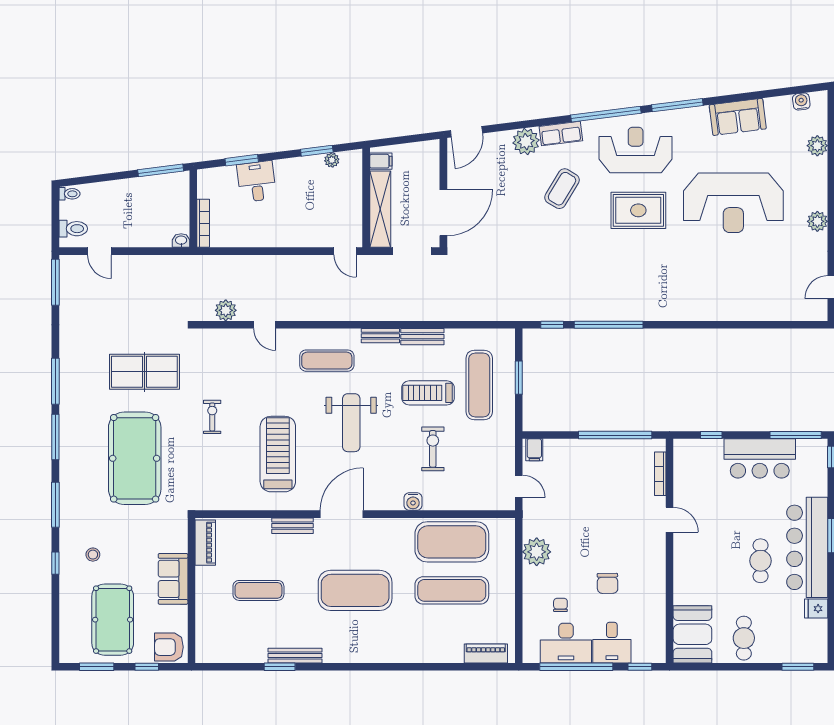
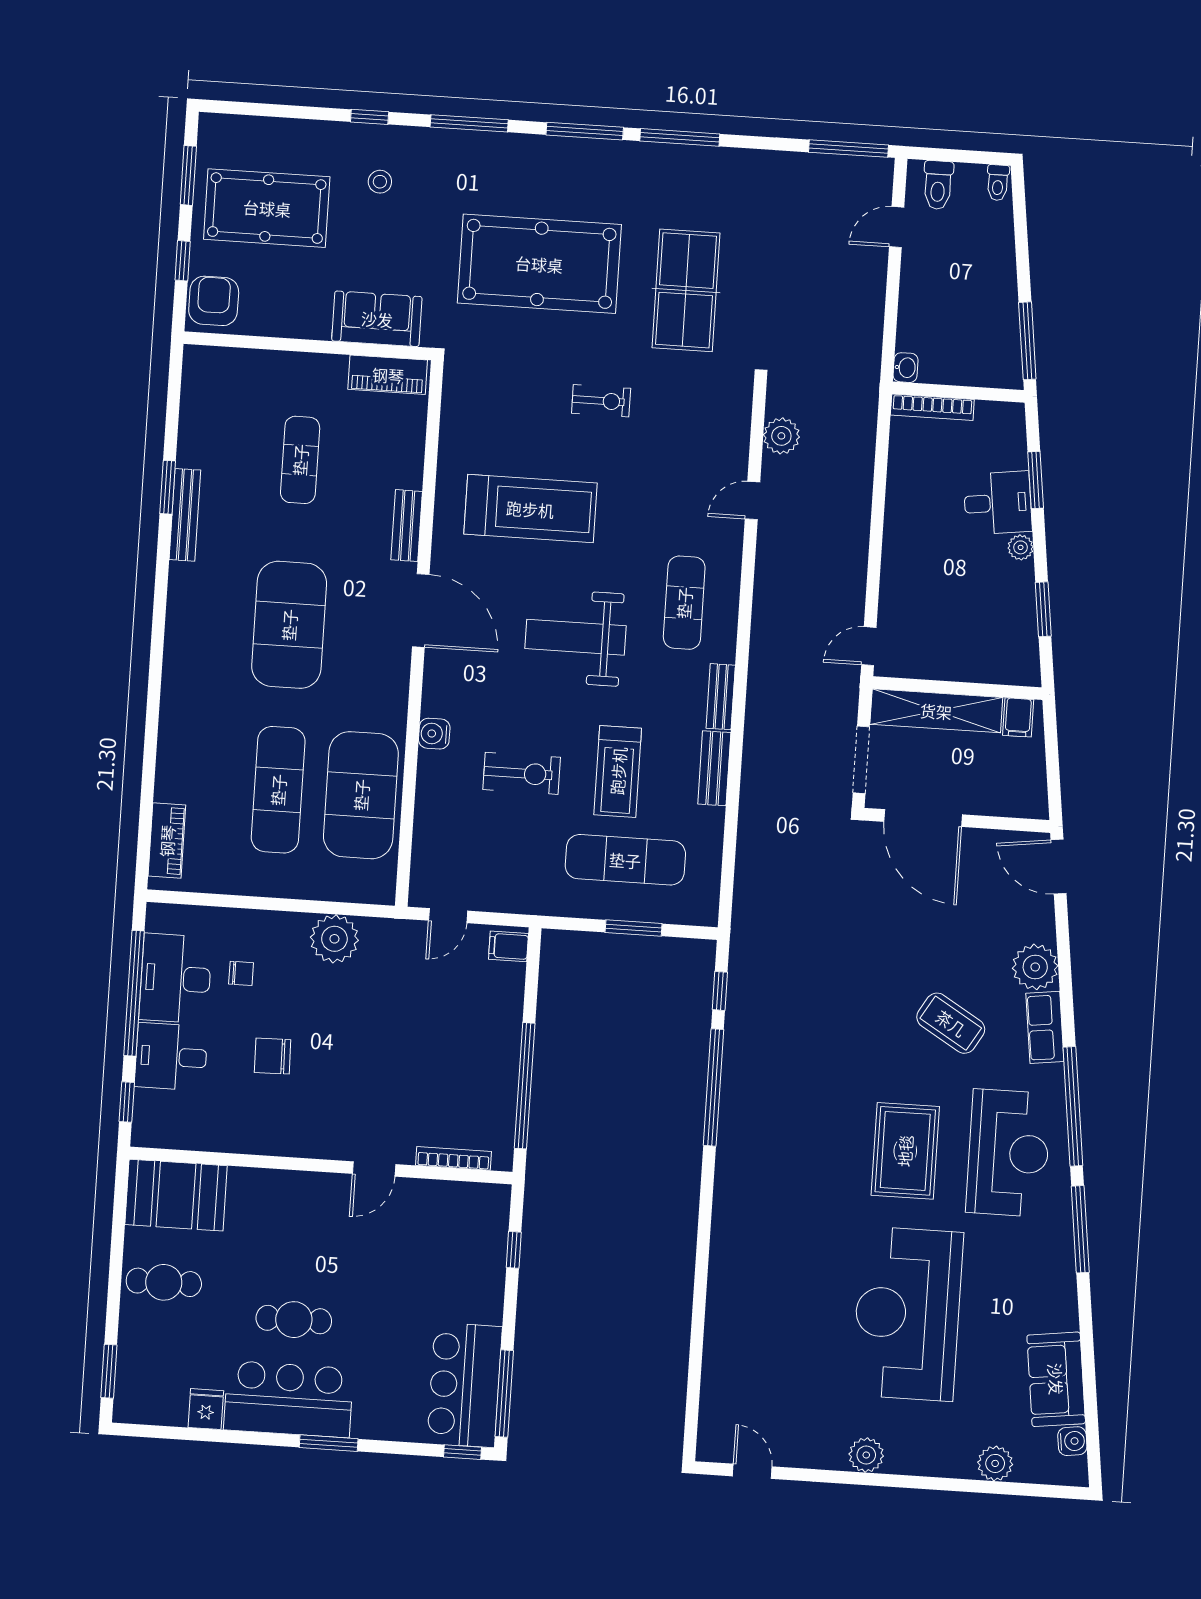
sofa: (738, 117) -> (1056, 1379), moved
plant: (332, 160) -> (1021, 547), moved
treadmill: (428, 393) -> (618, 771), turned 180
bar counter: (760, 458) -> (465, 1385), moved
bar counter: (807, 547) -> (289, 1399), width x0.73
sofa: (173, 579) -> (377, 319), moved

